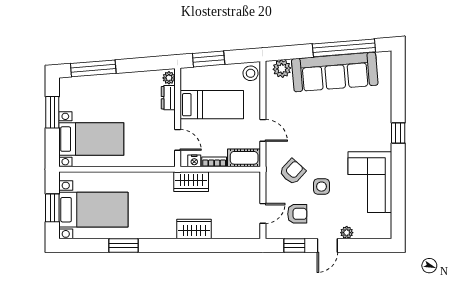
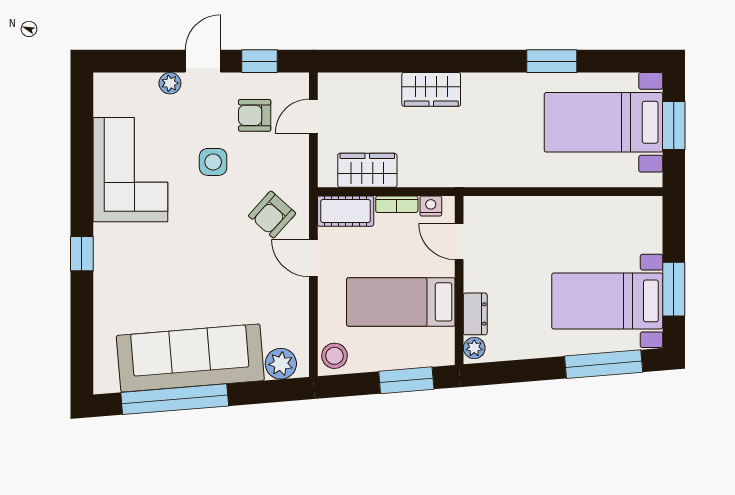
bed with nightstands: (91, 139) -> (607, 301), moved
armchair: (292, 172) -> (272, 215), moved
wardrobe: (191, 182) -> (367, 170), moved

